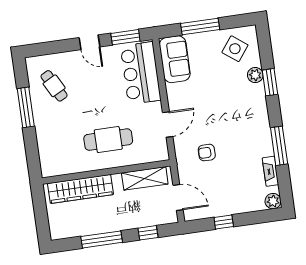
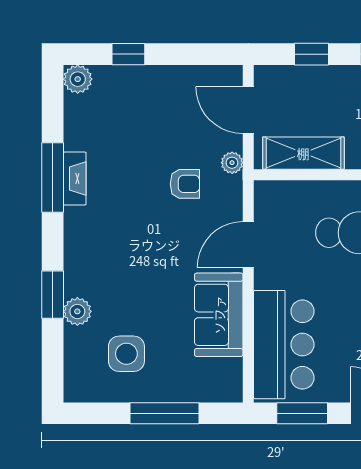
side table: (235, 49) -> (126, 354), moved, turned -37
sofa: (175, 59) -> (219, 315), moved
plant: (183, 168) -> (232, 163), added
fireplace: (270, 171) -> (75, 179), moved
window: (224, 222) -> (128, 54), moved

